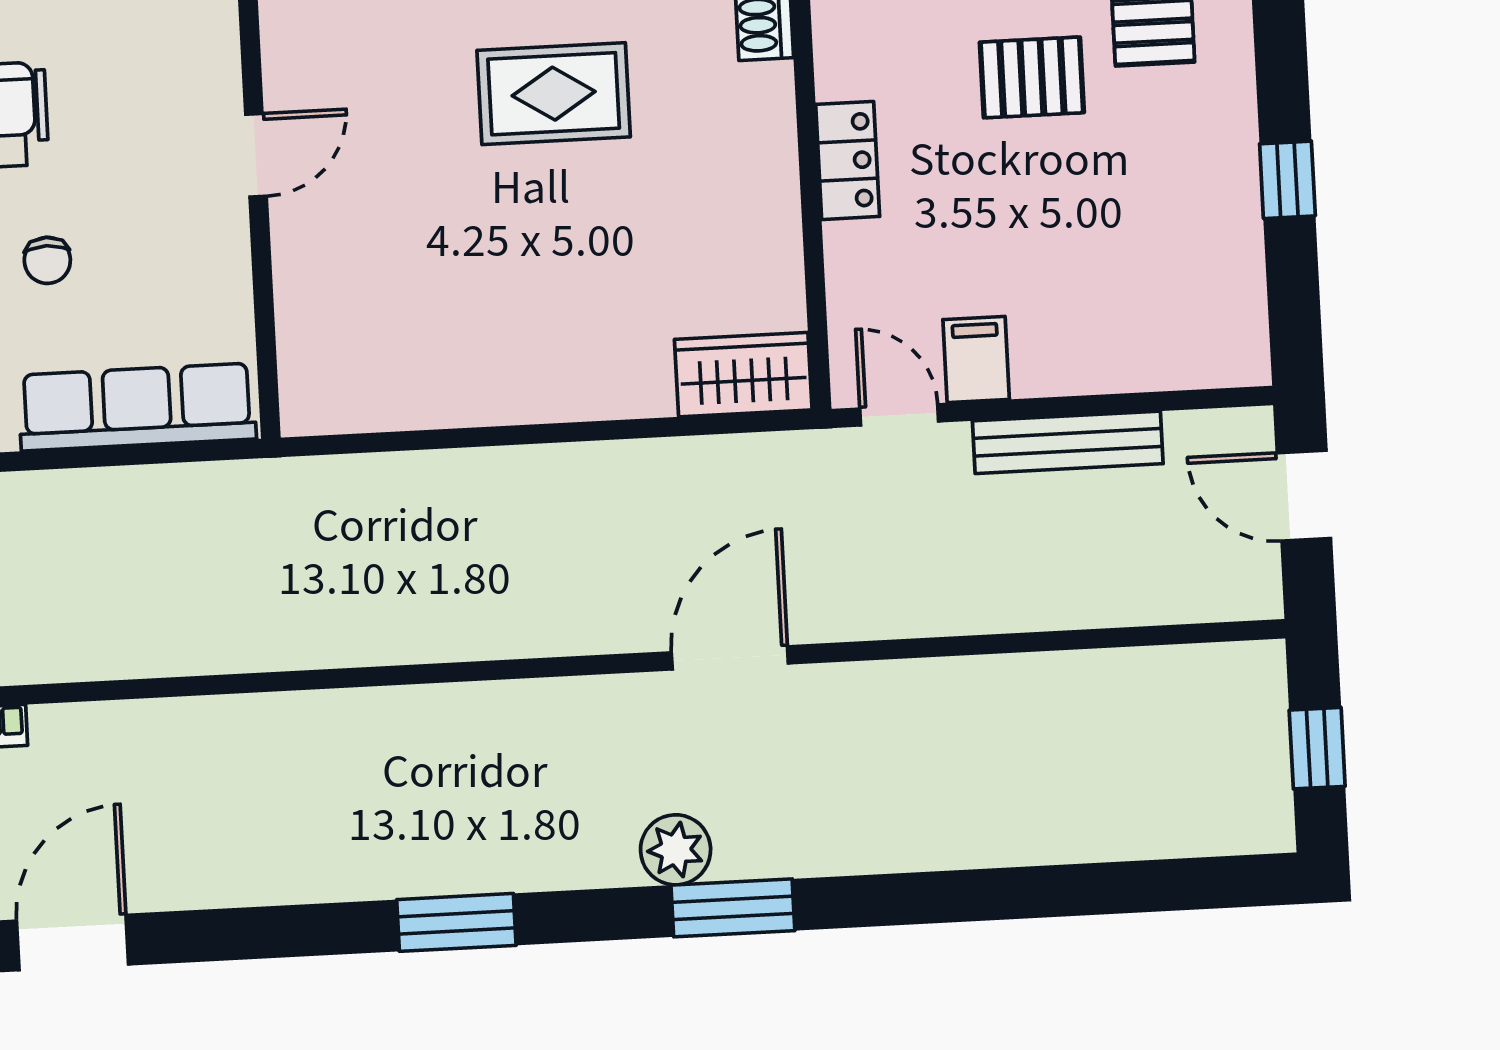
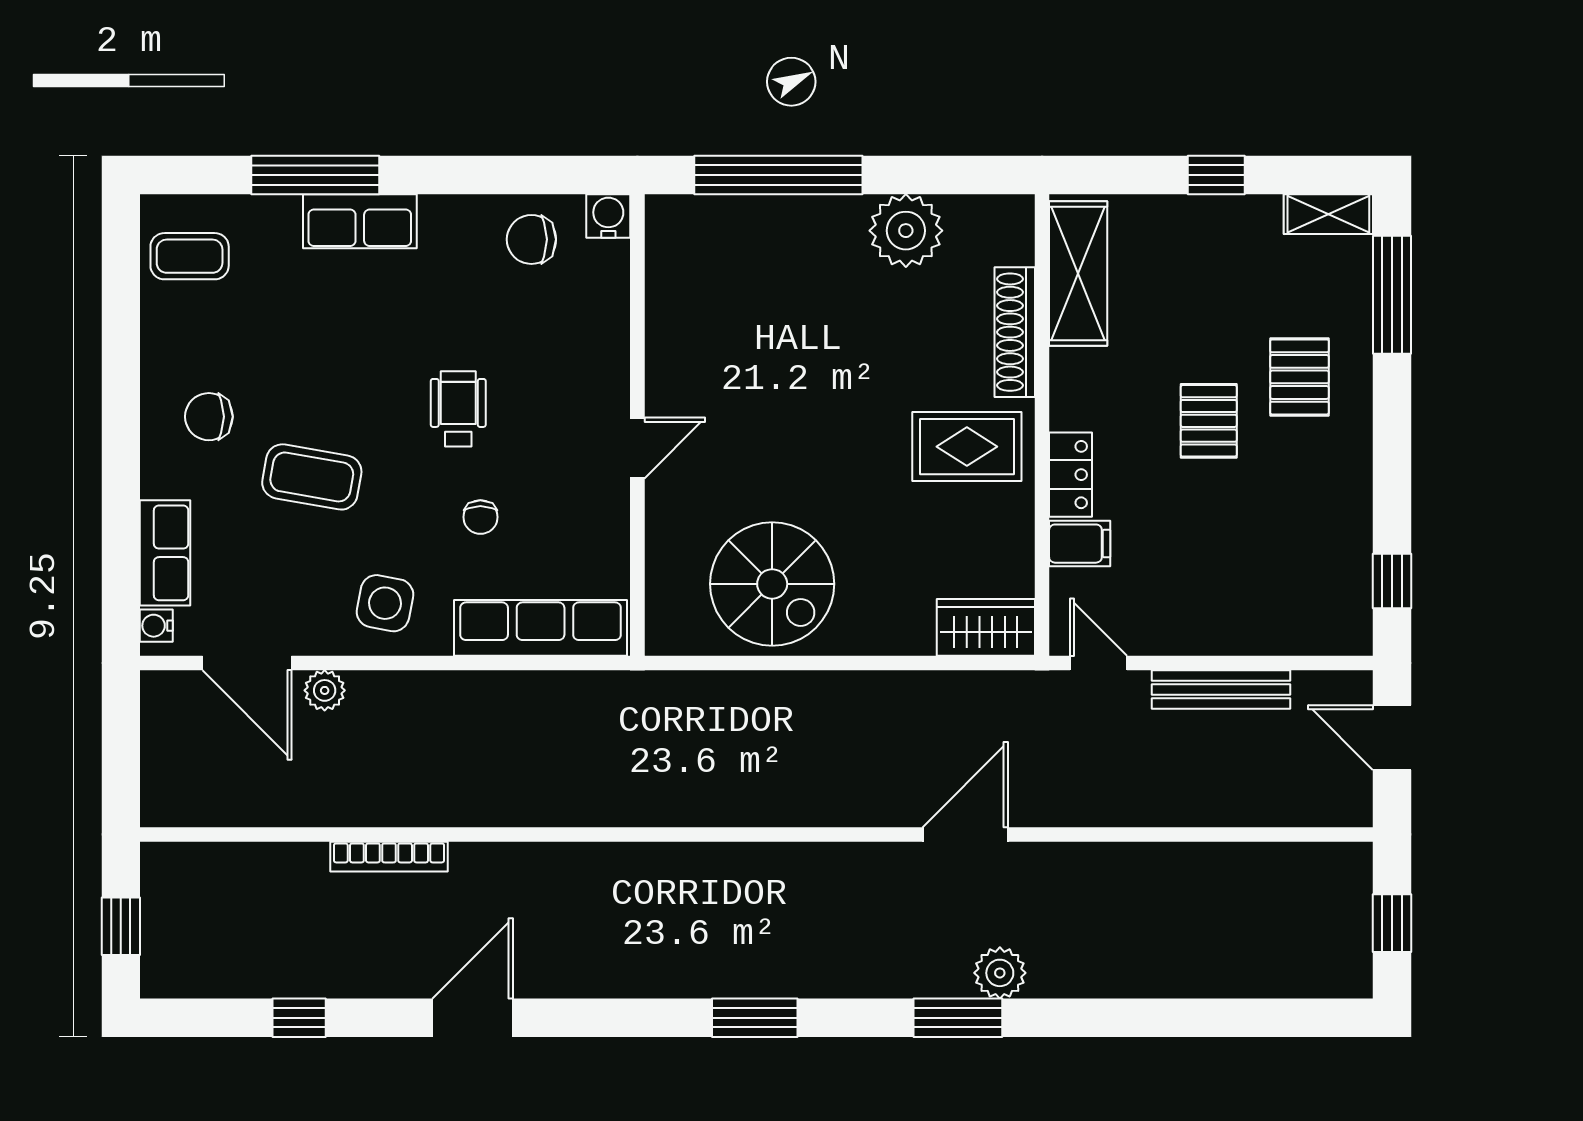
pallet: (1032, 77) -> (1209, 421), turned 90
rug: (554, 94) -> (967, 447), moved
window: (1287, 180) -> (1392, 581), moved
spiral stairs: (449, 331) -> (772, 584), added
filing cabinet: (976, 360) -> (1080, 544), moved, turned 90
plant: (676, 850) -> (1000, 973), moved

